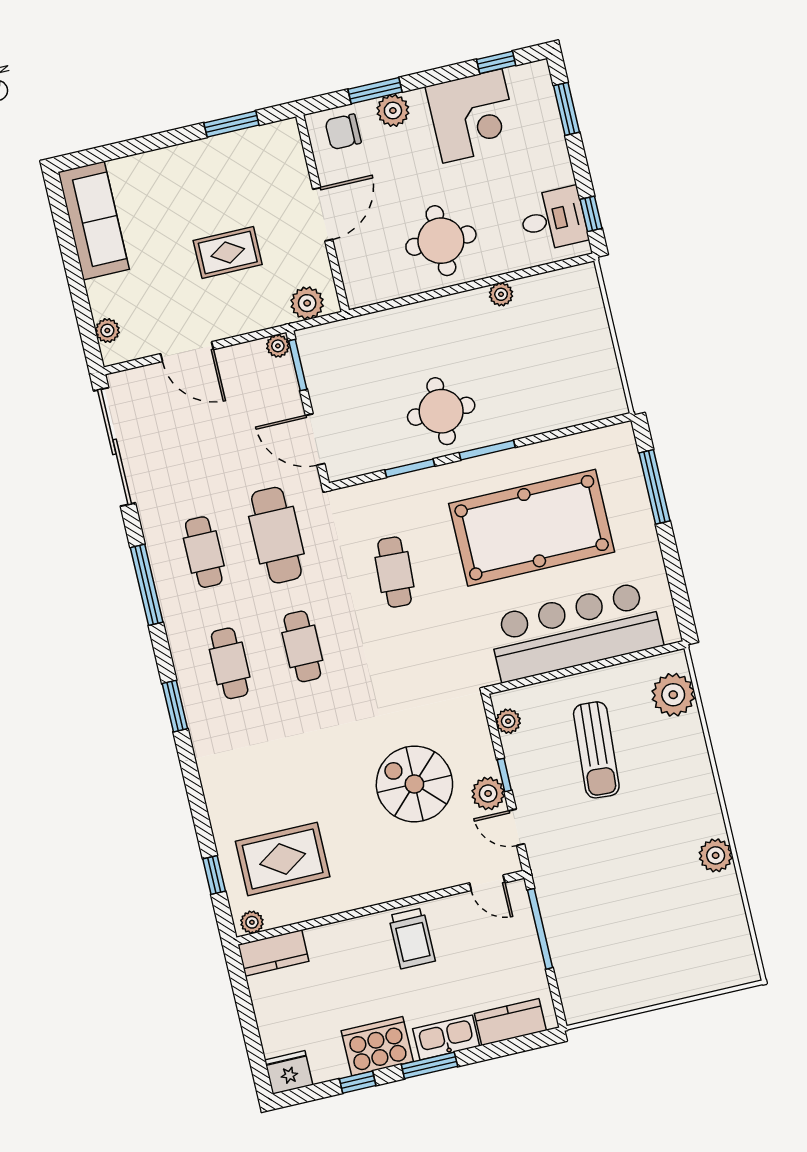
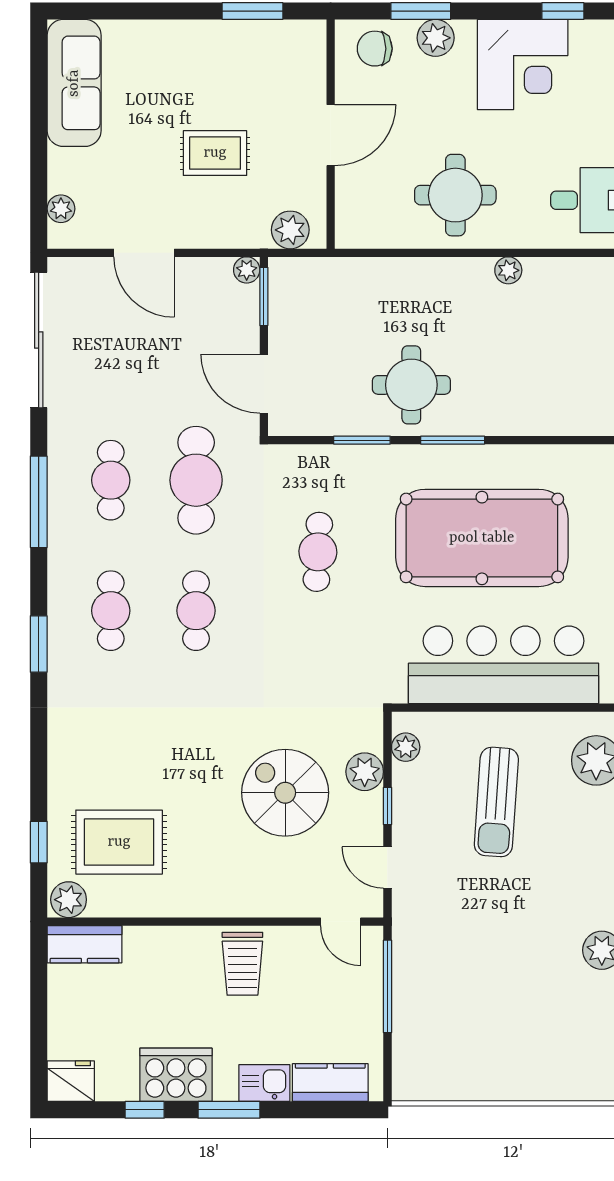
plant: (488, 793) -> (365, 772), moved
plant: (252, 922) -> (69, 900), width x1.38, depth x1.38
kitchen sink: (446, 1037) -> (264, 1083), width x0.73

